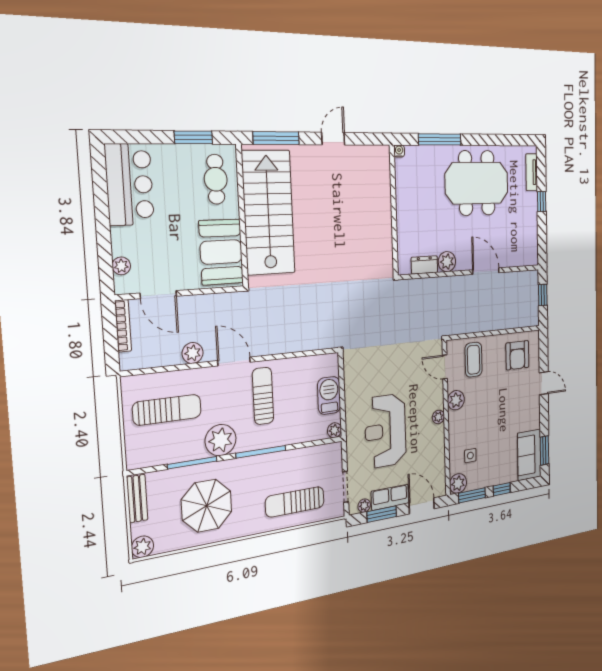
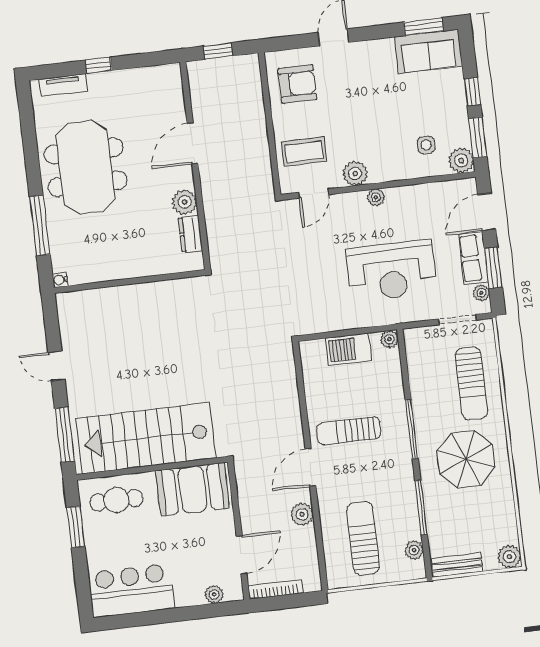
plant: (221, 440) -> (414, 550), moved, width x0.53, depth x0.53
parasol: (207, 506) -> (466, 459), moved

